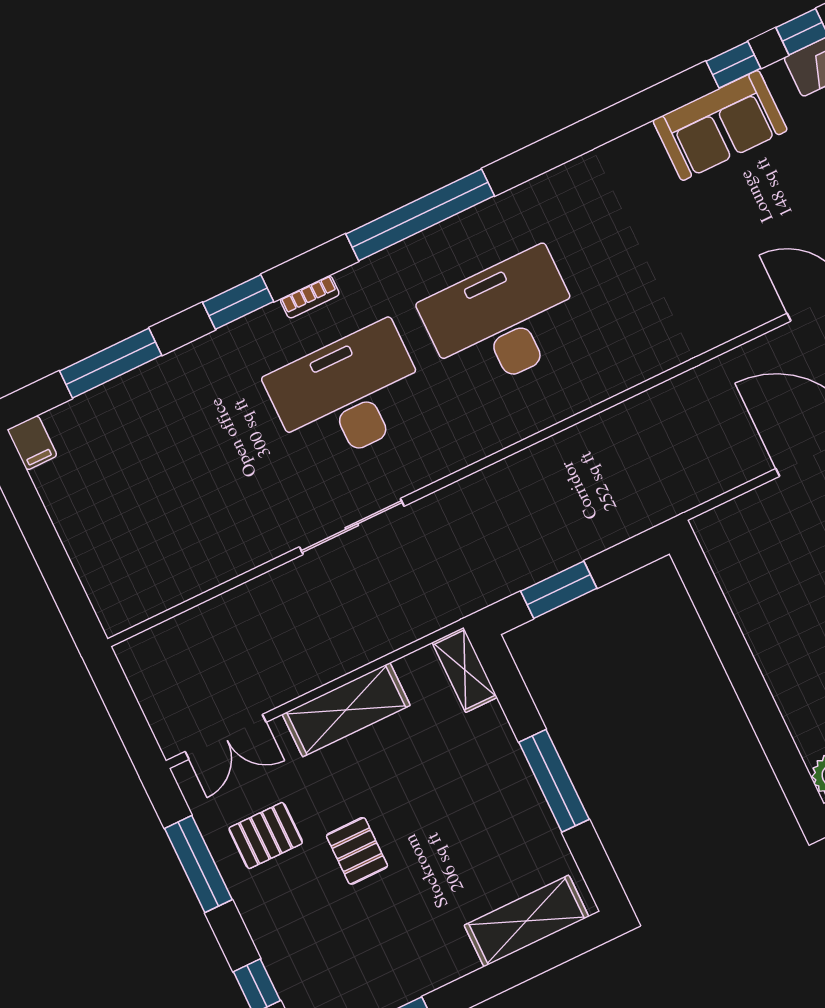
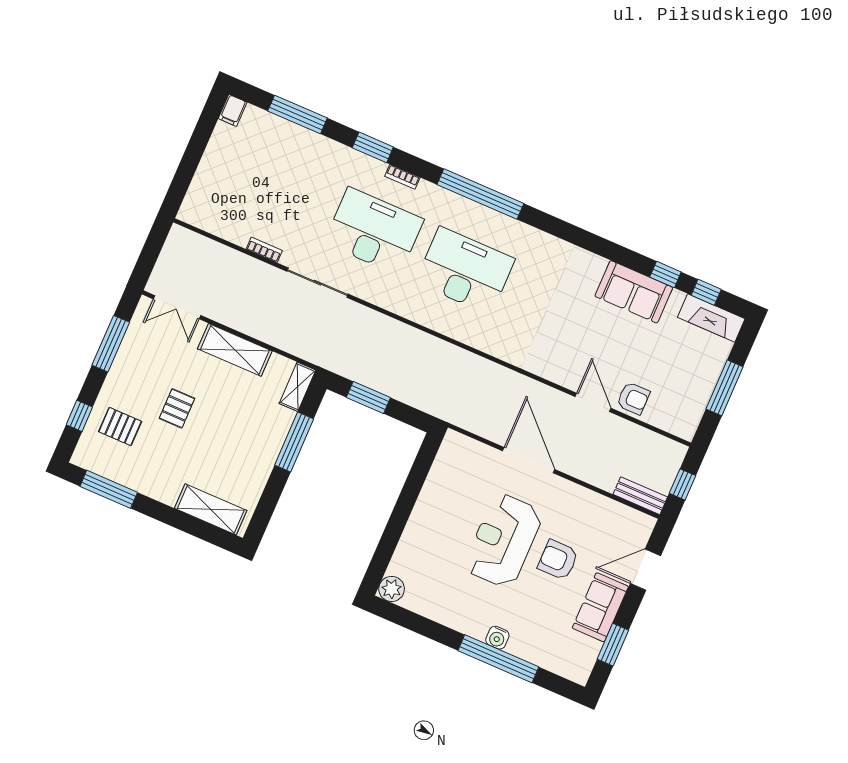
bookcase: (249, 559) -> (264, 250), added
window: (554, 781) -> (294, 442), moved
pallet: (266, 836) -> (120, 427), moved

